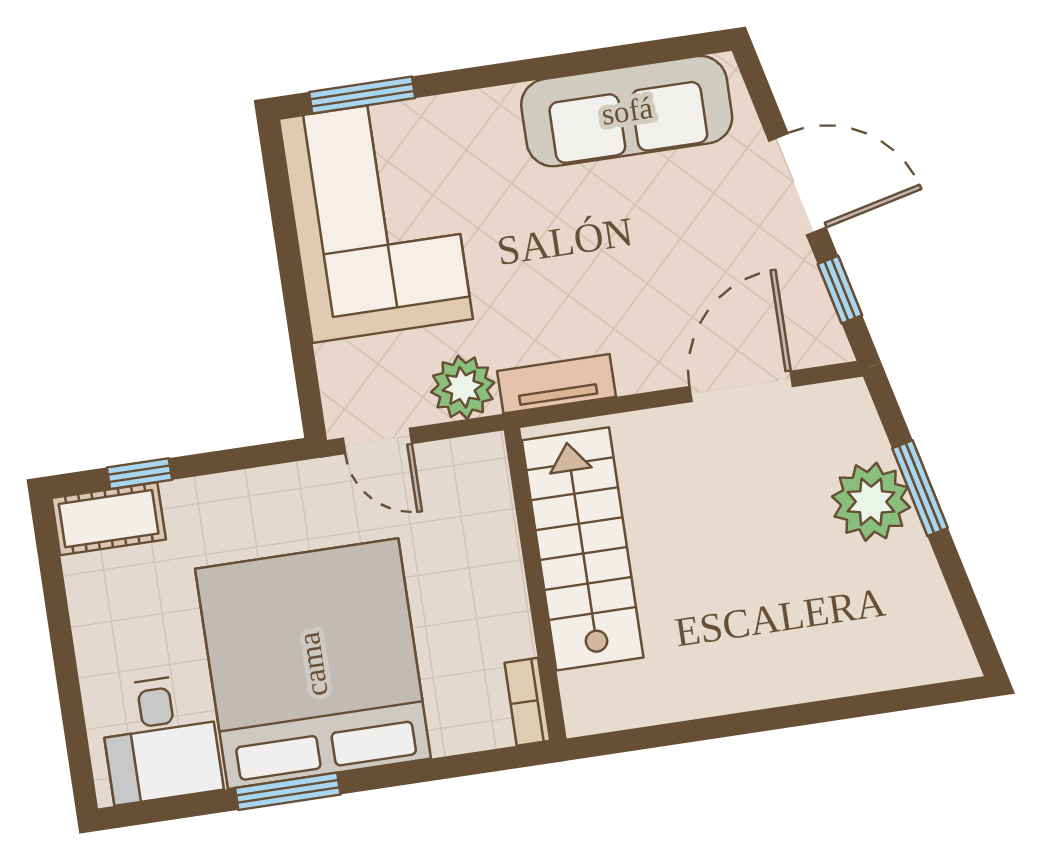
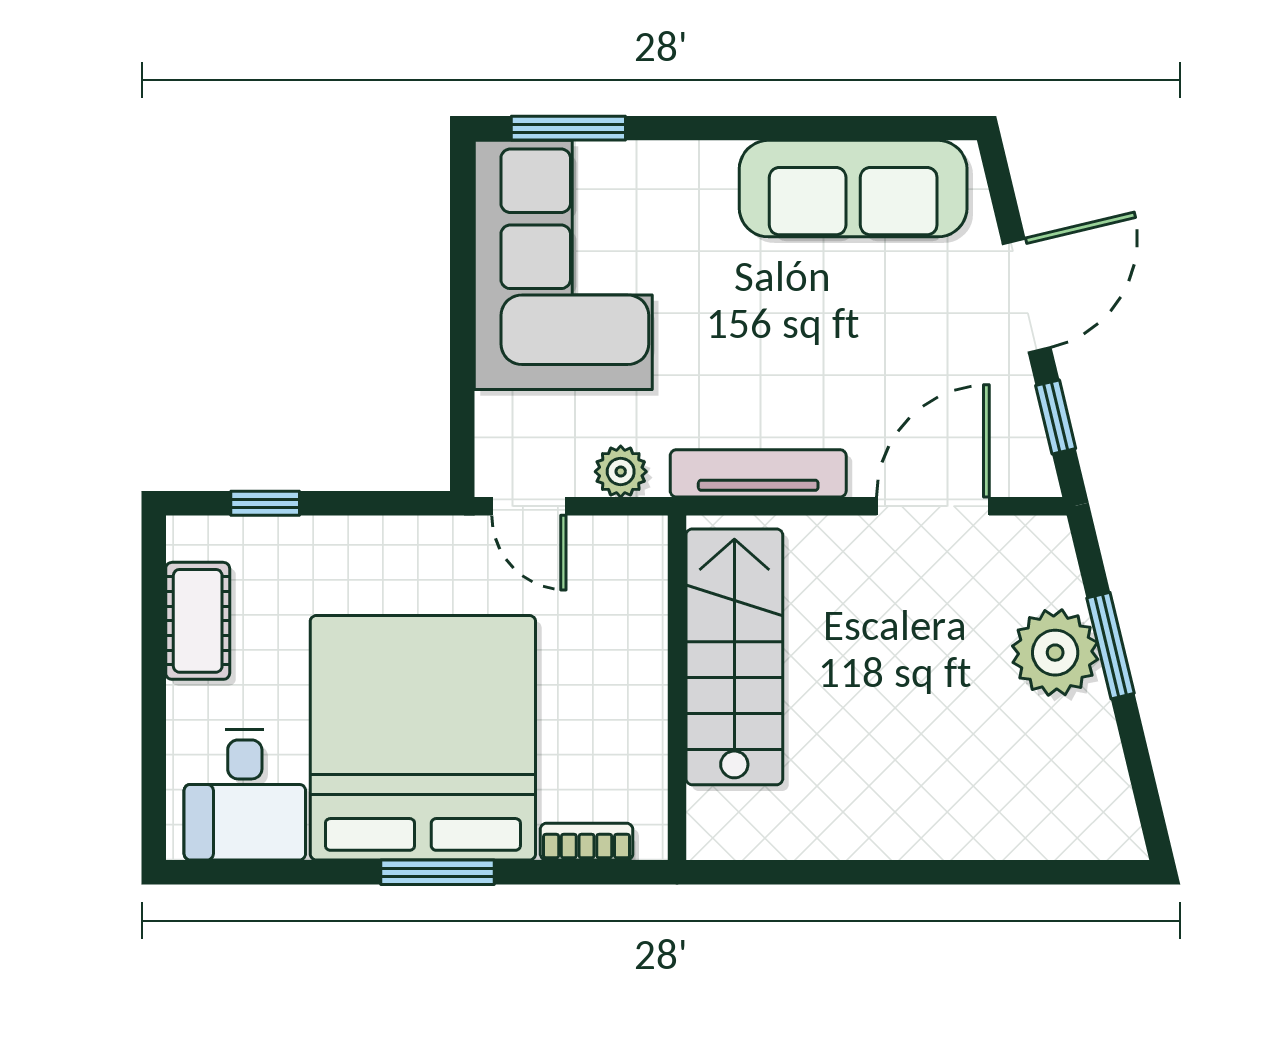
door: (797, 184) -> (1027, 296), hinge flipped
tv unit: (557, 384) -> (758, 473), width x1.41
plant: (463, 387) -> (621, 472), width x0.73, depth x0.73
cot: (109, 519) -> (198, 621), moved, turned 90
bookcase: (527, 702) -> (587, 842), moved, turned 90
window: (288, 791) -> (438, 872), moved

